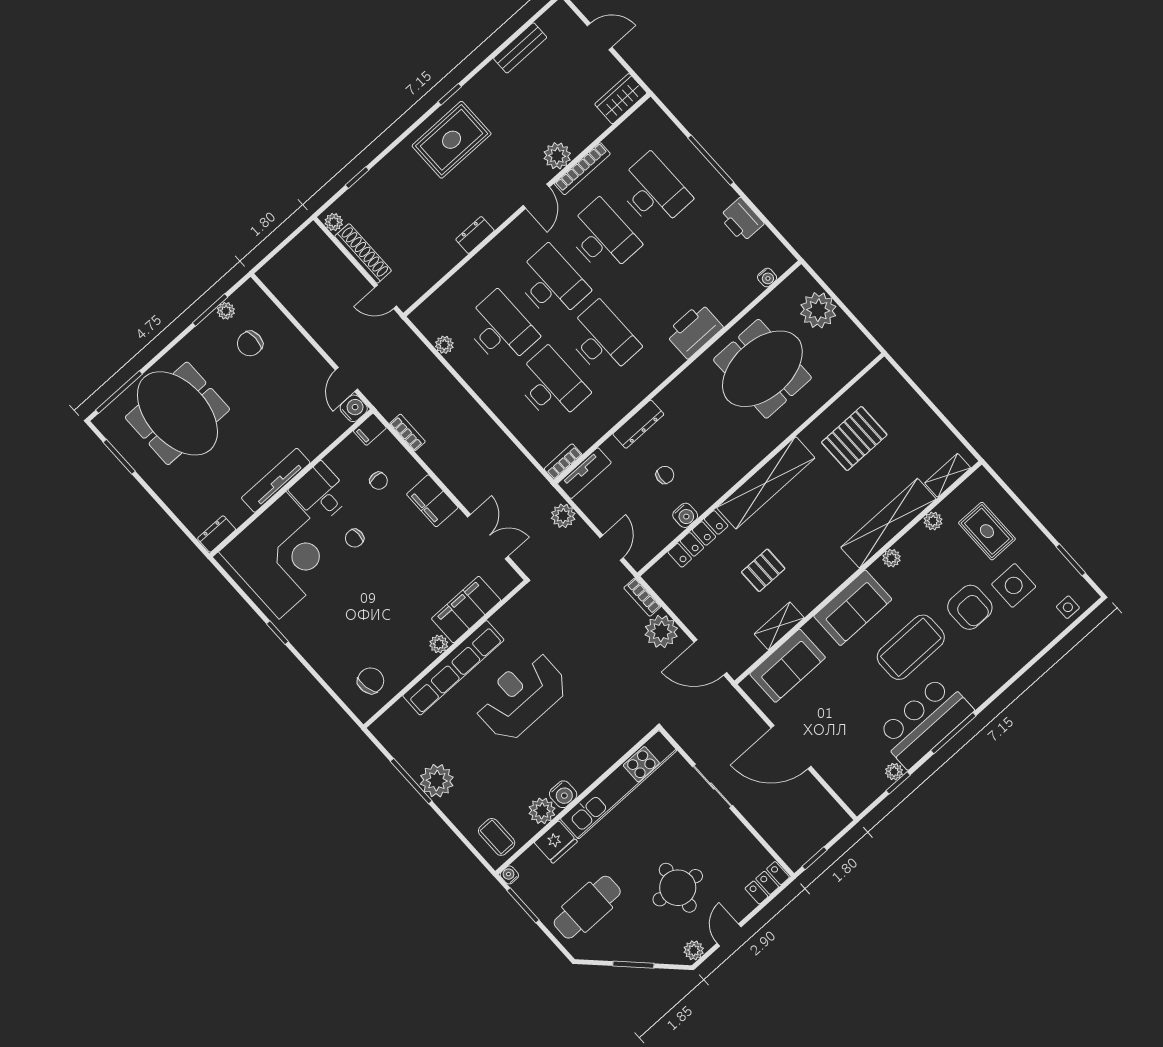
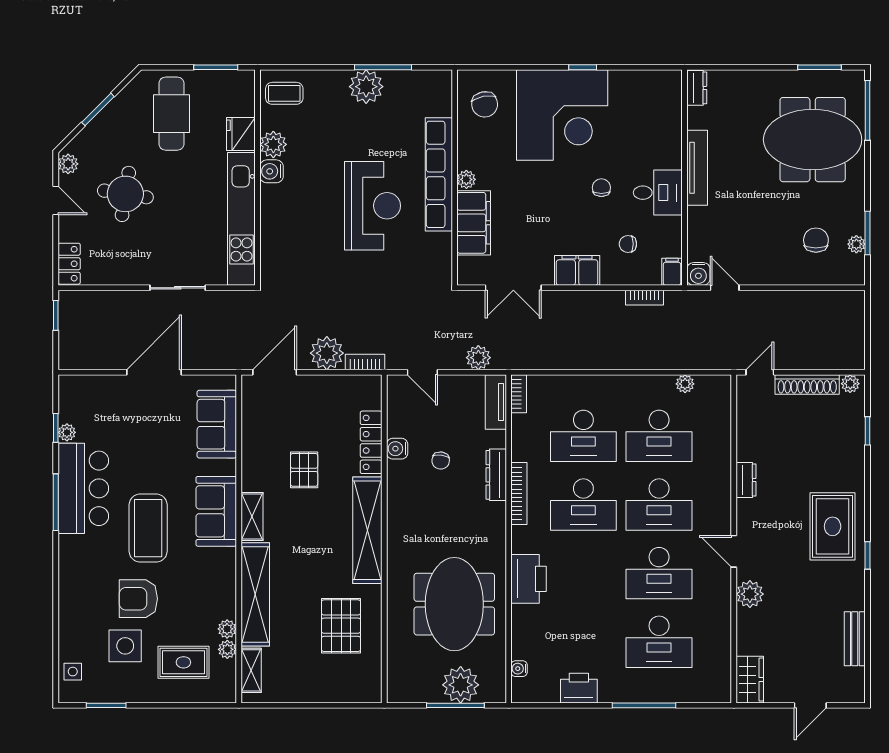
bookcase: (582, 169) -> (519, 493), moved, turned 180
window: (837, 300) -> (455, 705), added
corner desk: (283, 555) -> (562, 115), moved, turned -90
plant: (891, 558) -> (227, 649), moved
shelving: (779, 626) -> (252, 517), moved
water cooler: (509, 875) -> (247, 77), removed

